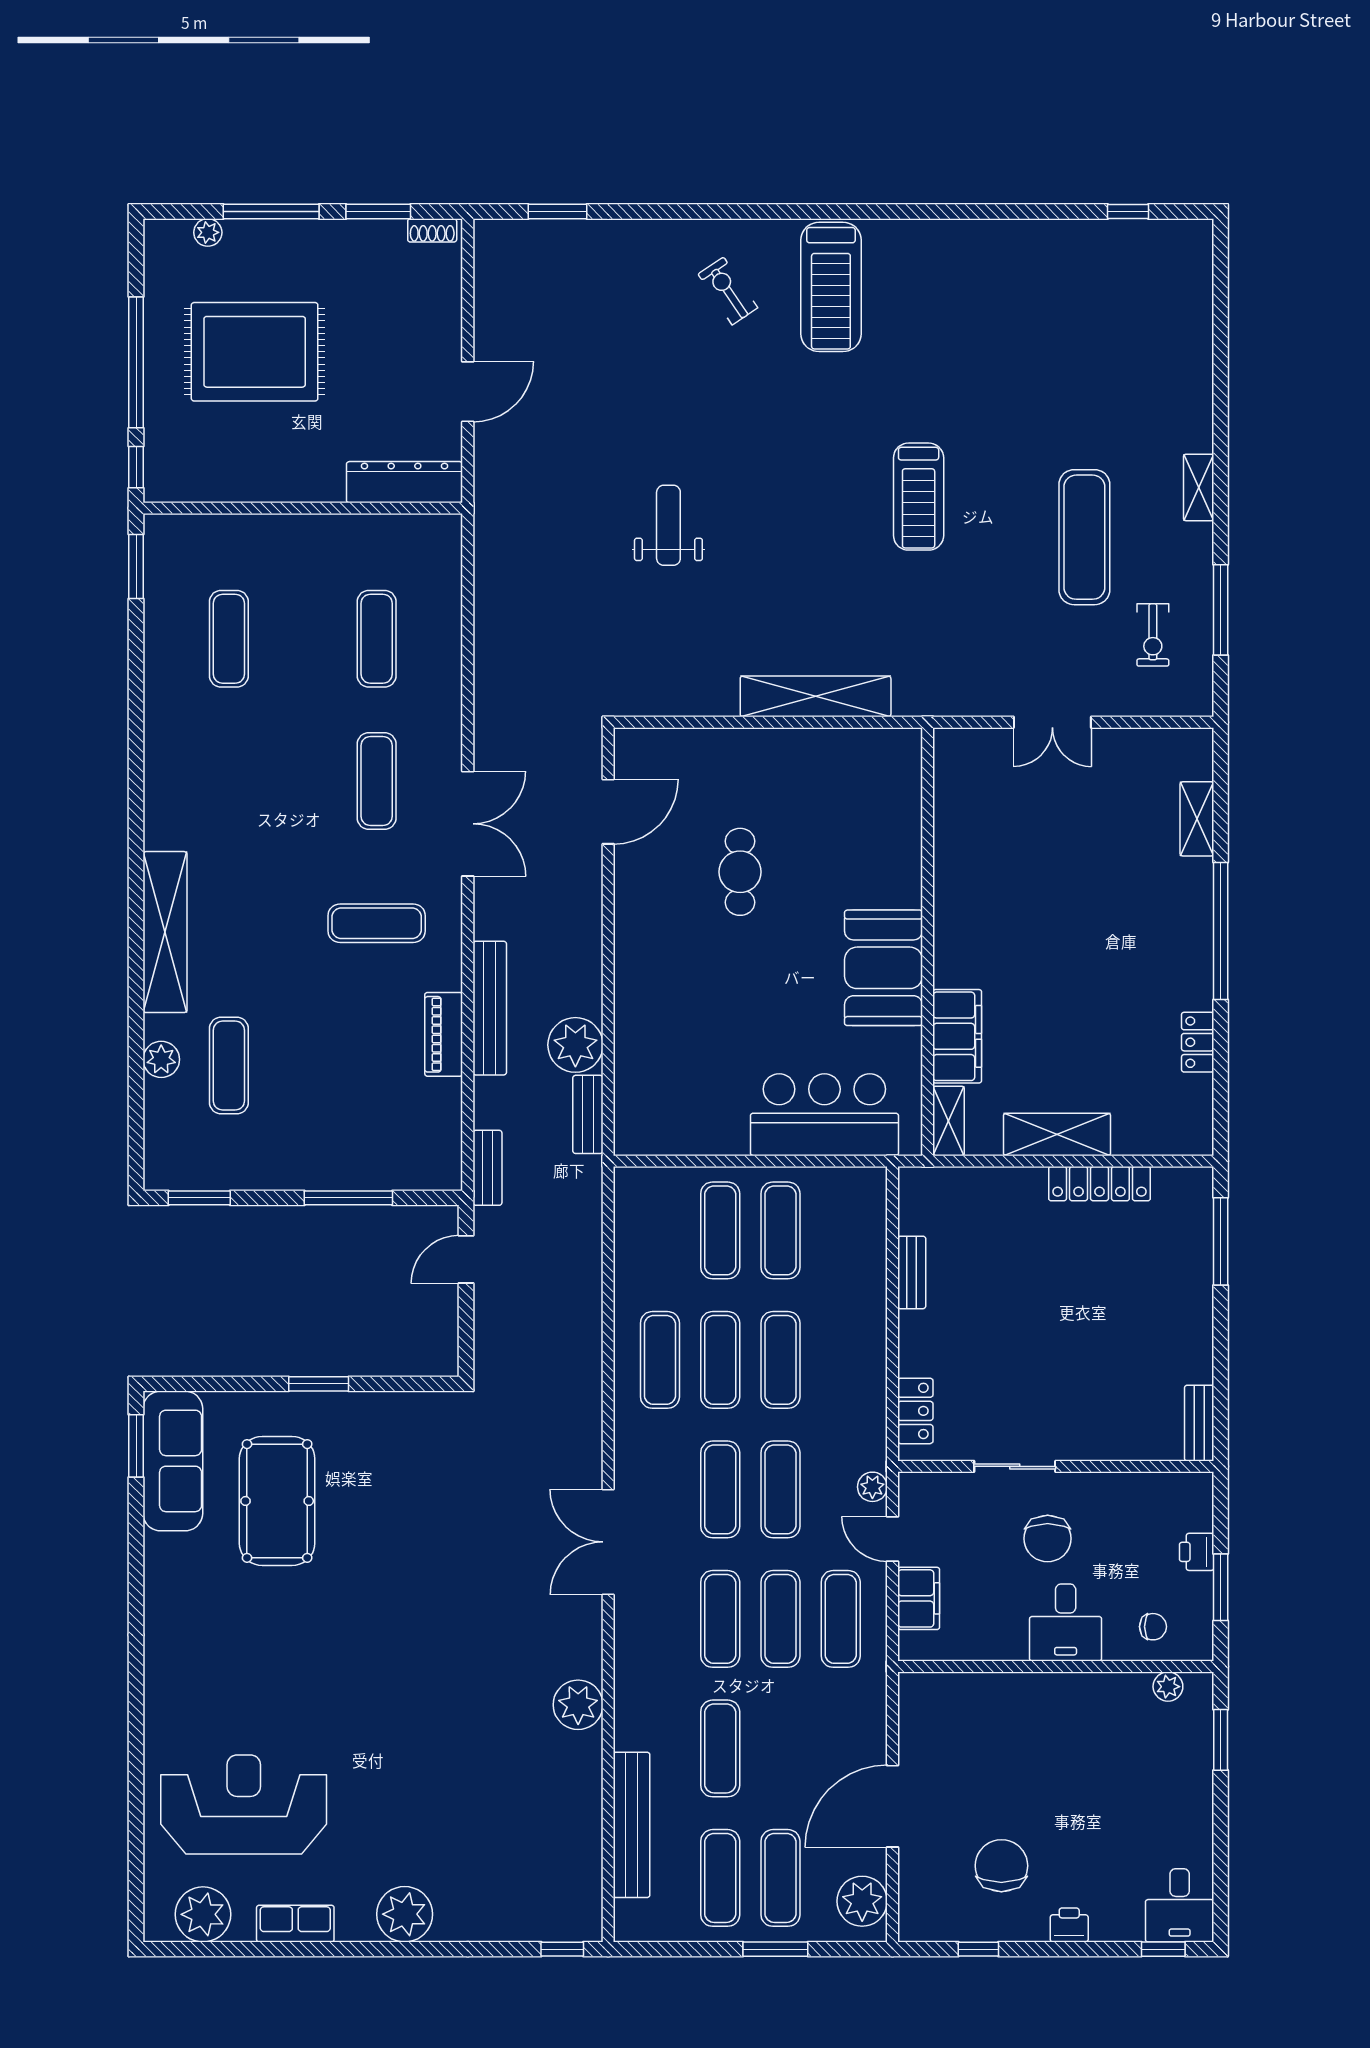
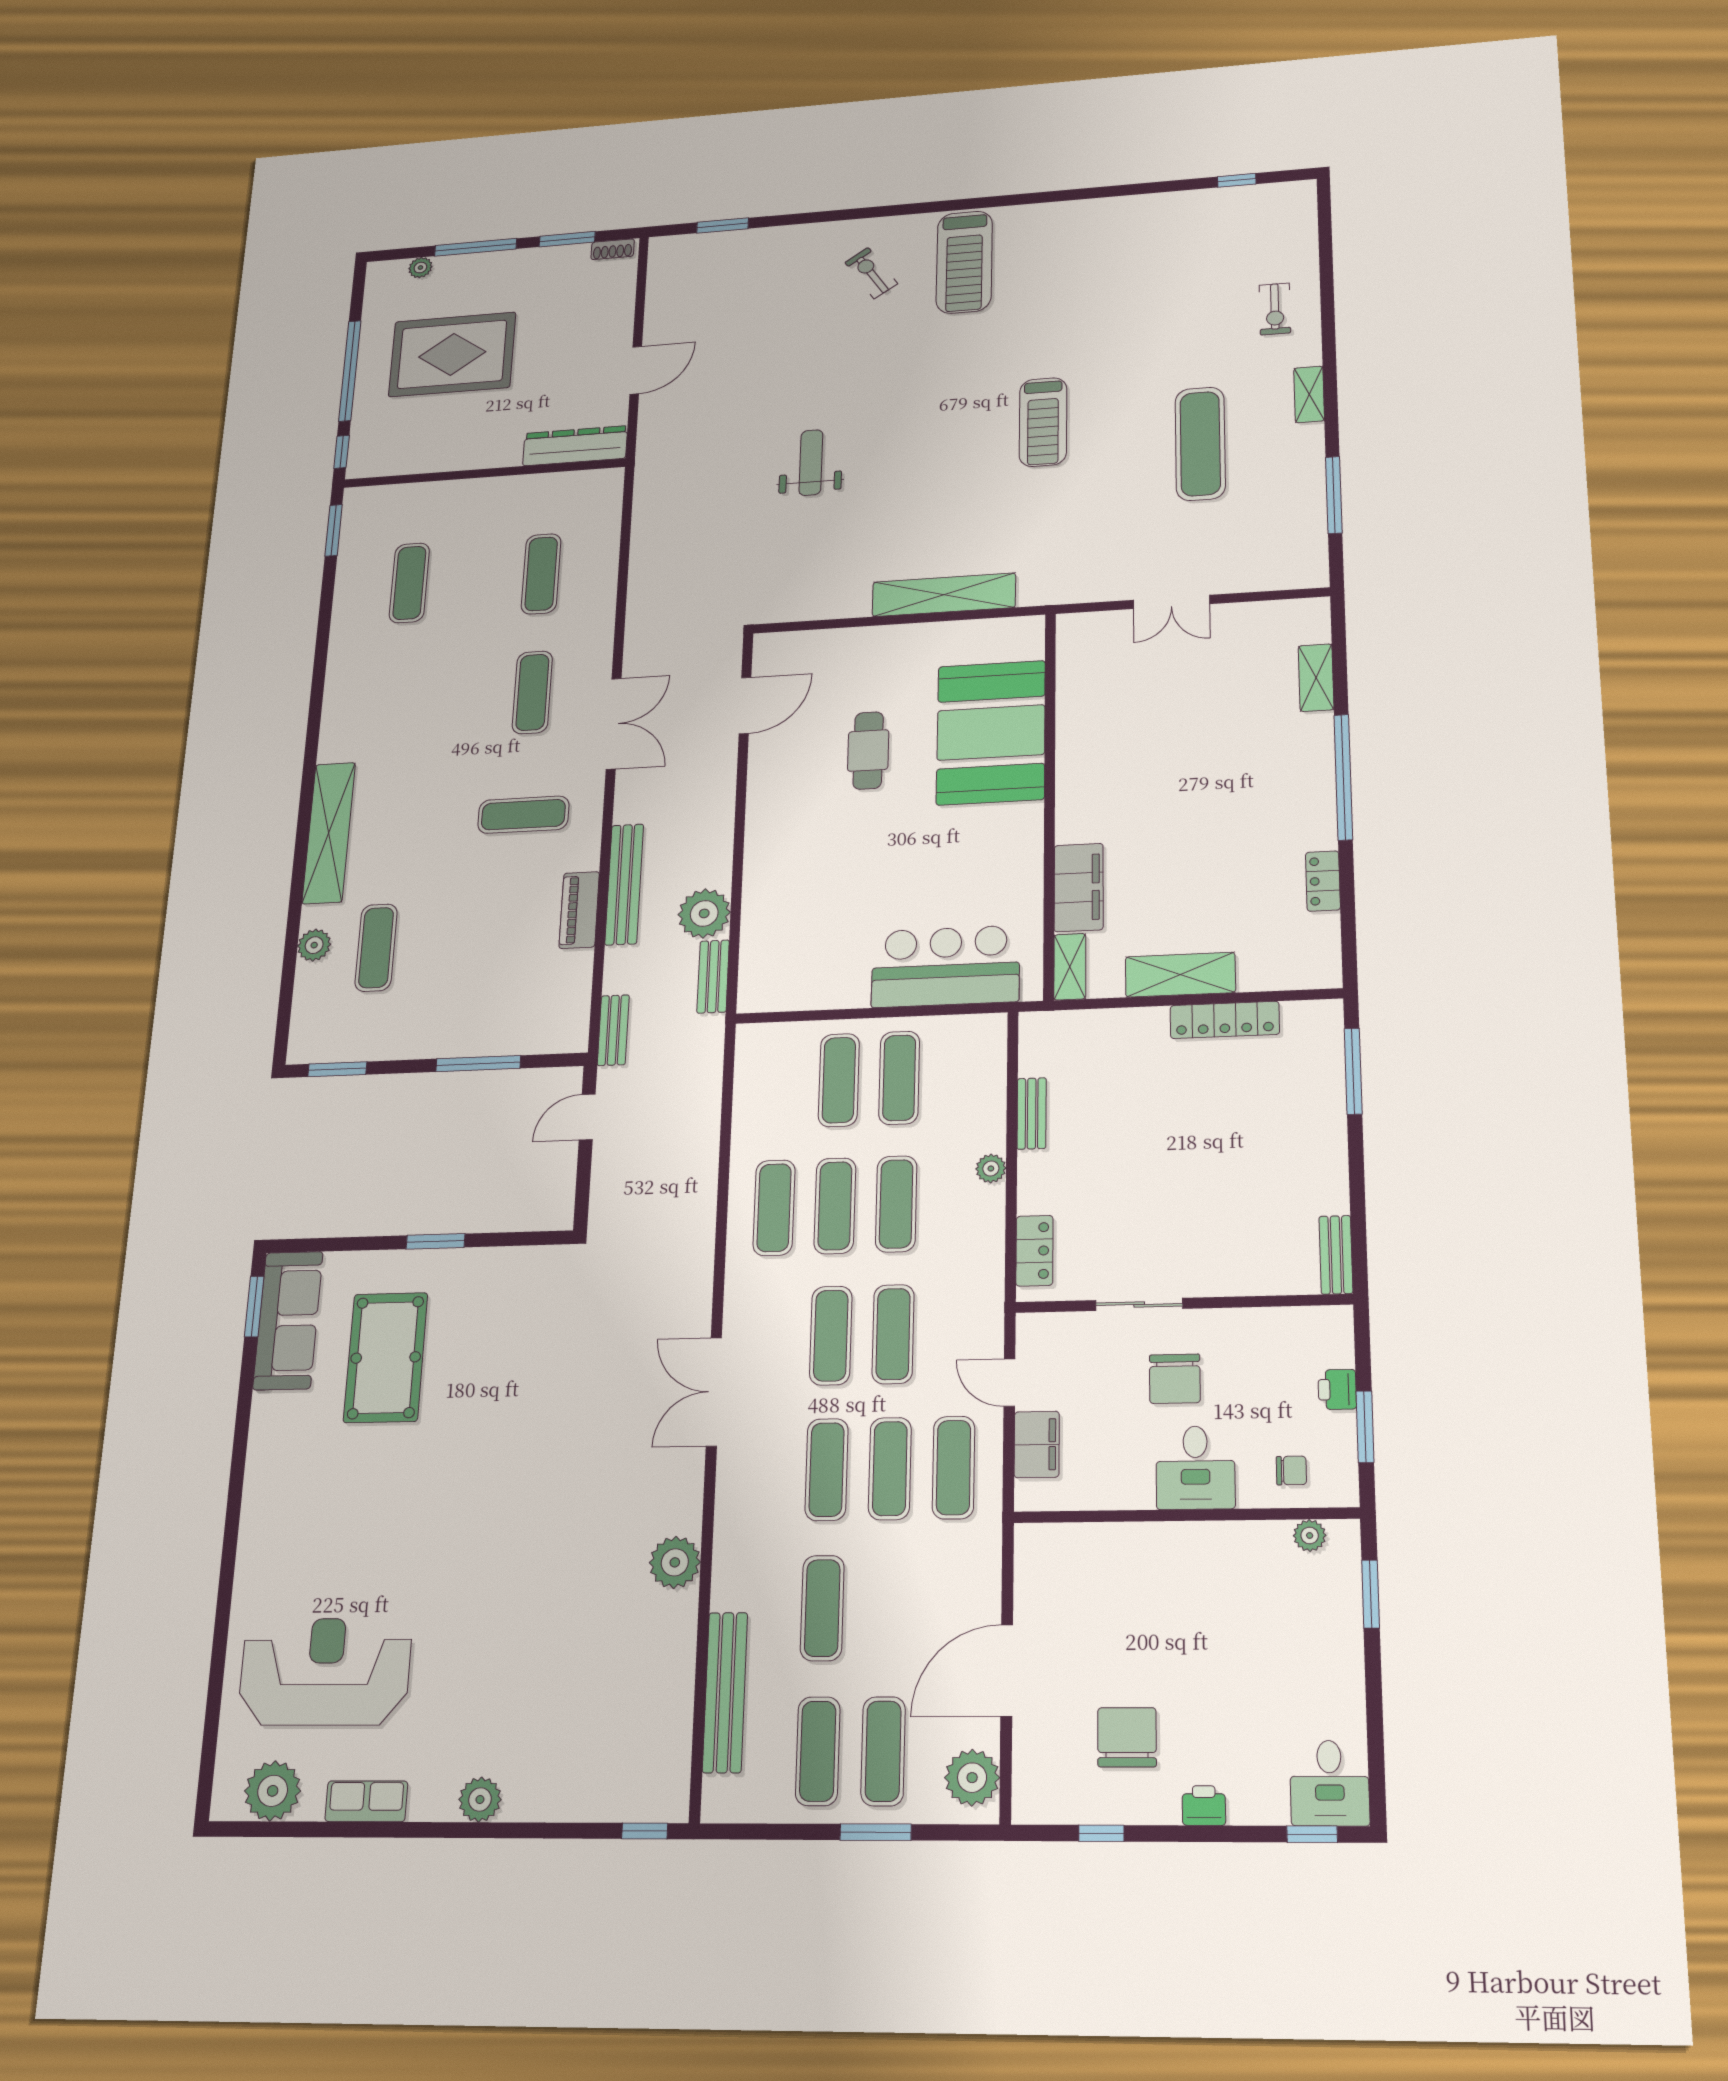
exercise bike: (1153, 635) -> (1275, 309), moved
booth: (883, 968) -> (991, 733), moved, width x1.36, depth x1.42
plant: (872, 1487) -> (991, 1169), moved
plant: (405, 1914) -> (480, 1799), width x0.73, depth x0.73

